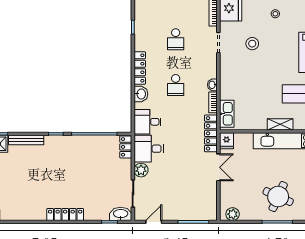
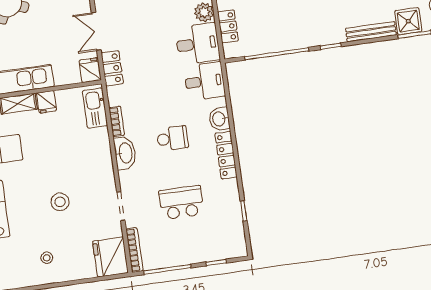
school desk: (176, 39) -> (181, 202), width x1.85
stool: (252, 44) -> (60, 202), moved
school desk: (176, 85) -> (172, 138), turned 90
washbasin: (212, 85) -> (125, 153), width x1.91, depth x1.45
fridge: (260, 123) -> (46, 102), added
locker: (211, 133) -> (112, 68), width x0.66
locker: (126, 147) -> (228, 26), moved

